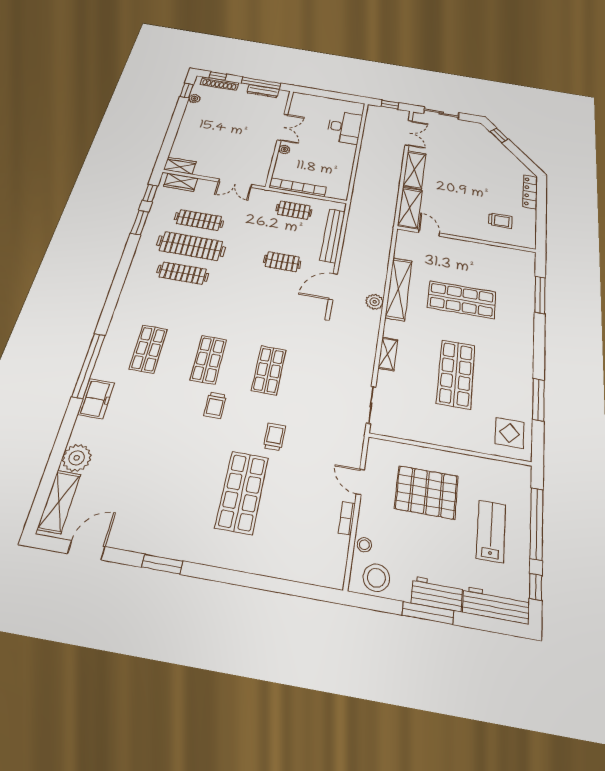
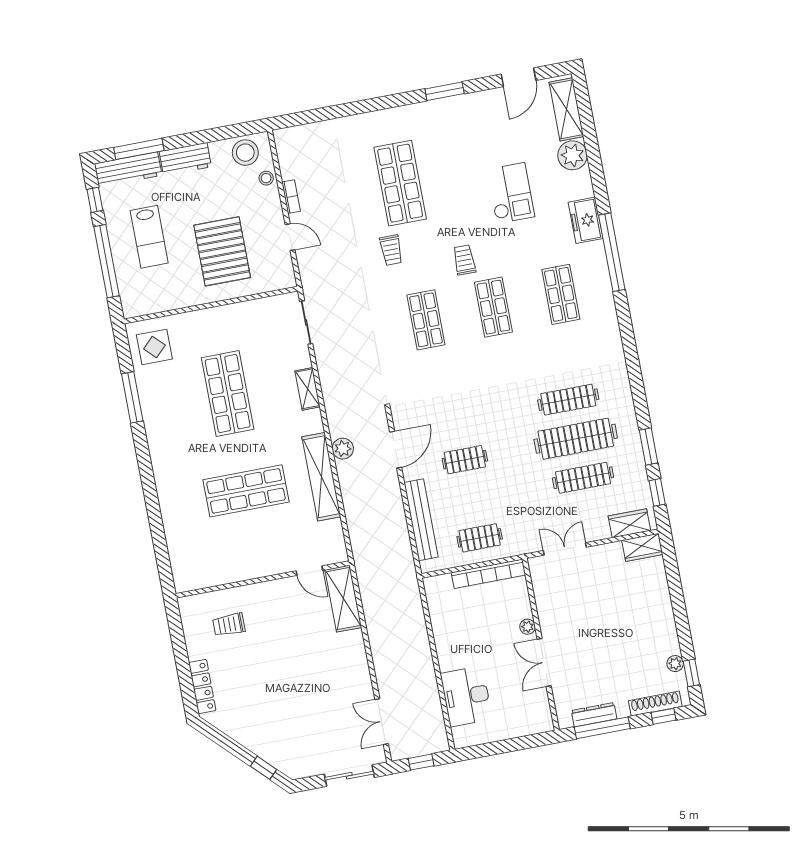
shelving: (414, 170) -> (356, 662), removed
window: (540, 295) -> (158, 534), removed
checkout: (148, 446) -> (511, 193), added
pallet: (426, 492) -> (222, 251), turned 90
window: (428, 613) -> (139, 149), moved

